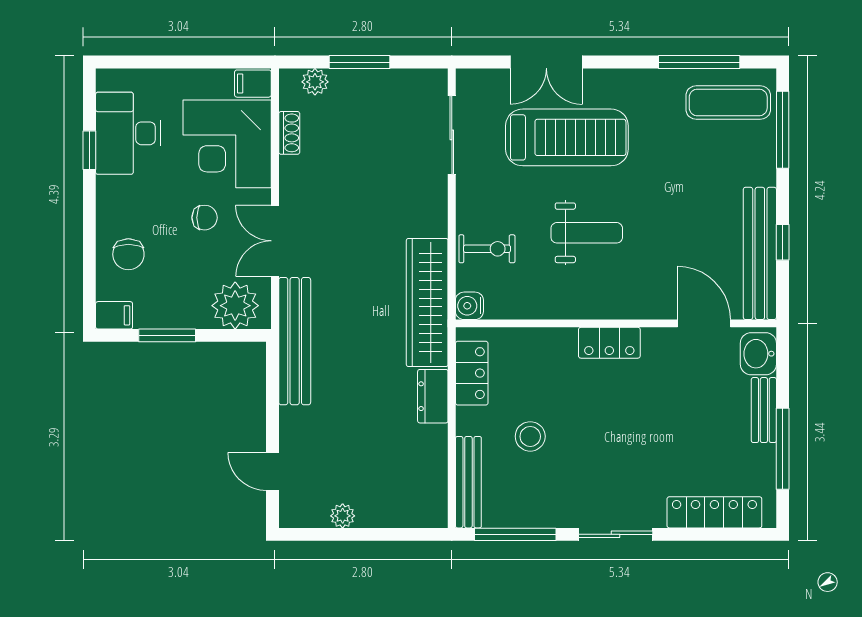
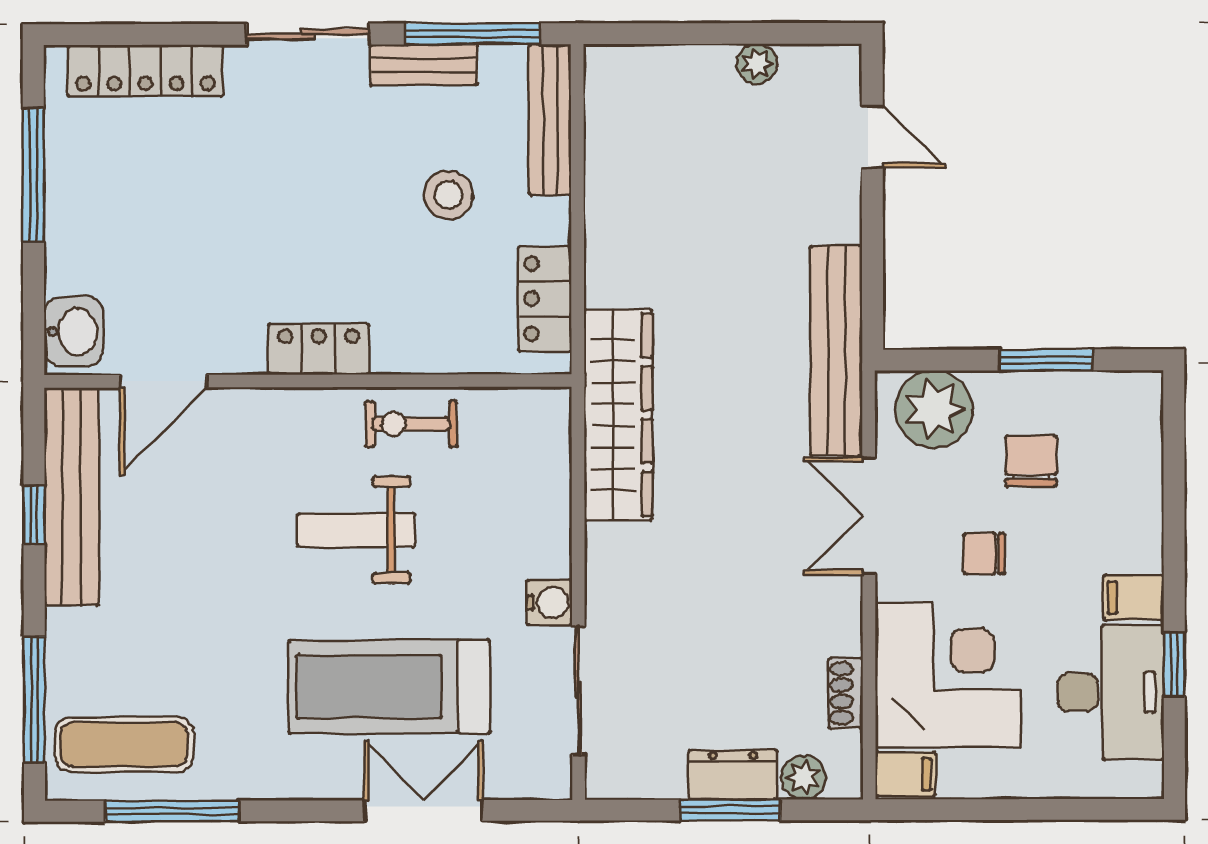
double door: (275, 241) -> (869, 516), swing flipped
exercise bike: (487, 249) -> (411, 424), moved
chair: (128, 254) -> (1031, 461), moved
water cooler: (469, 306) -> (549, 602), moved
filing cabinet: (114, 315) -> (1133, 598), moved
door: (704, 323) -> (163, 381), hinge flipped
dresser: (433, 396) -> (733, 775), moved, turned -90
bench: (764, 410) -> (424, 65), moved, turned 90

